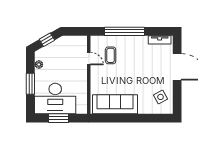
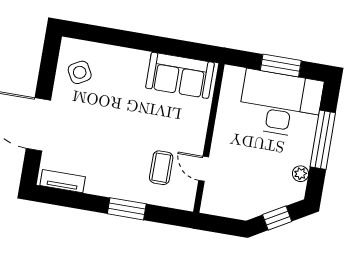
window: (125, 31) -> (127, 209), width x0.47
window: (30, 84) -> (323, 140), width x1.44
sofa: (115, 104) -> (180, 75), width x0.73

